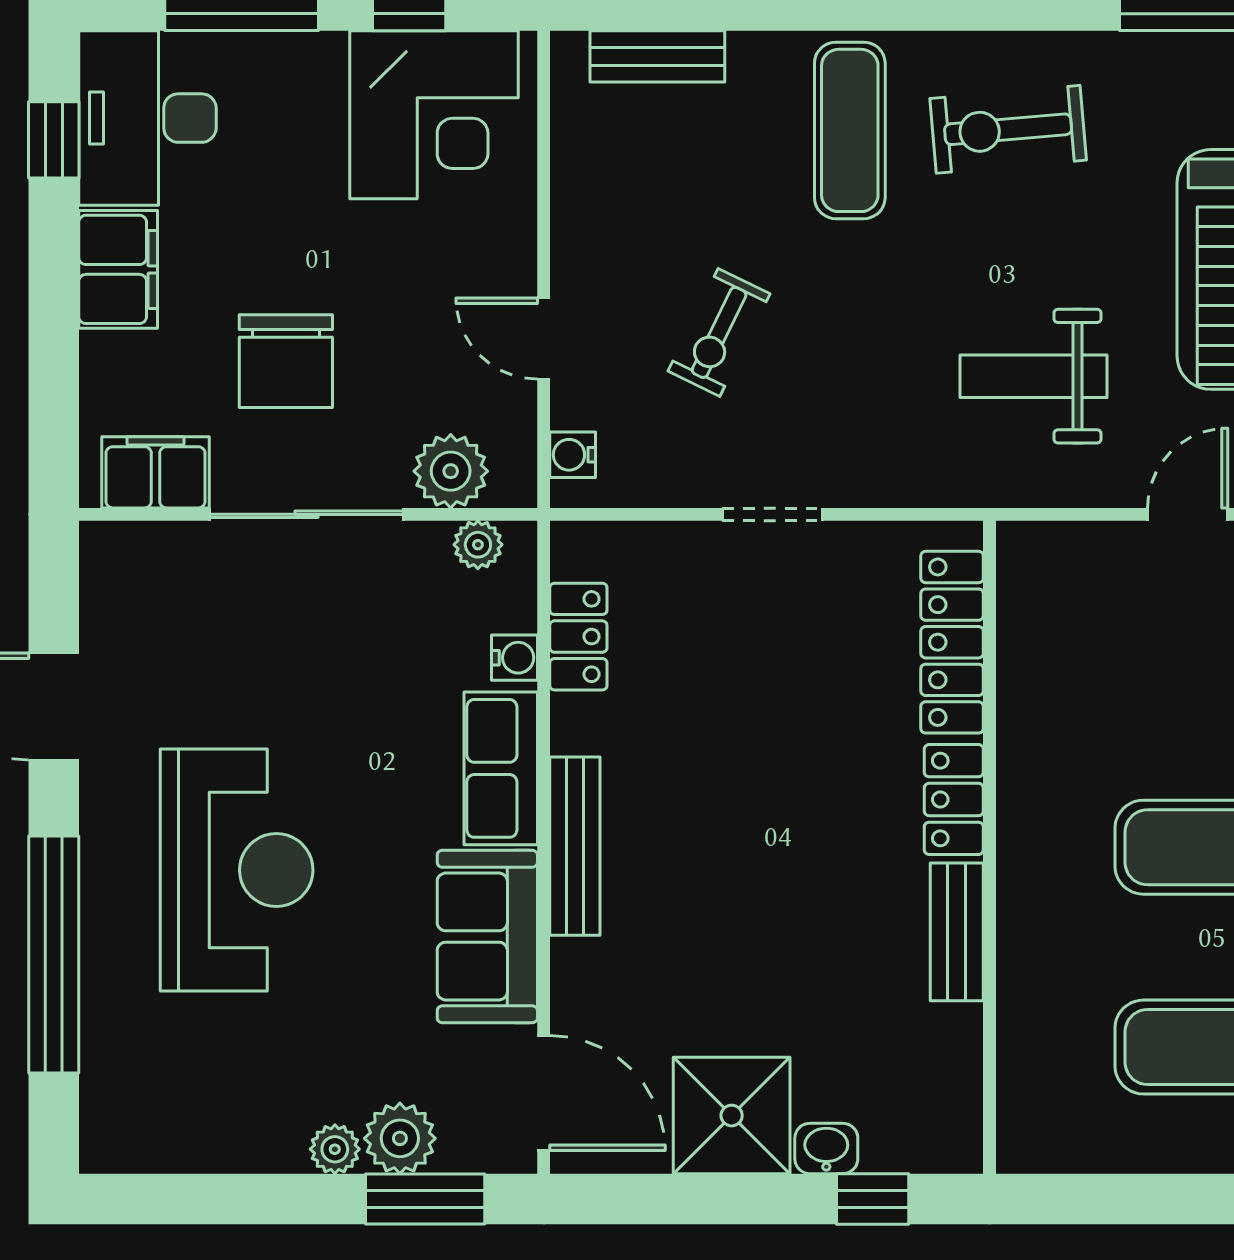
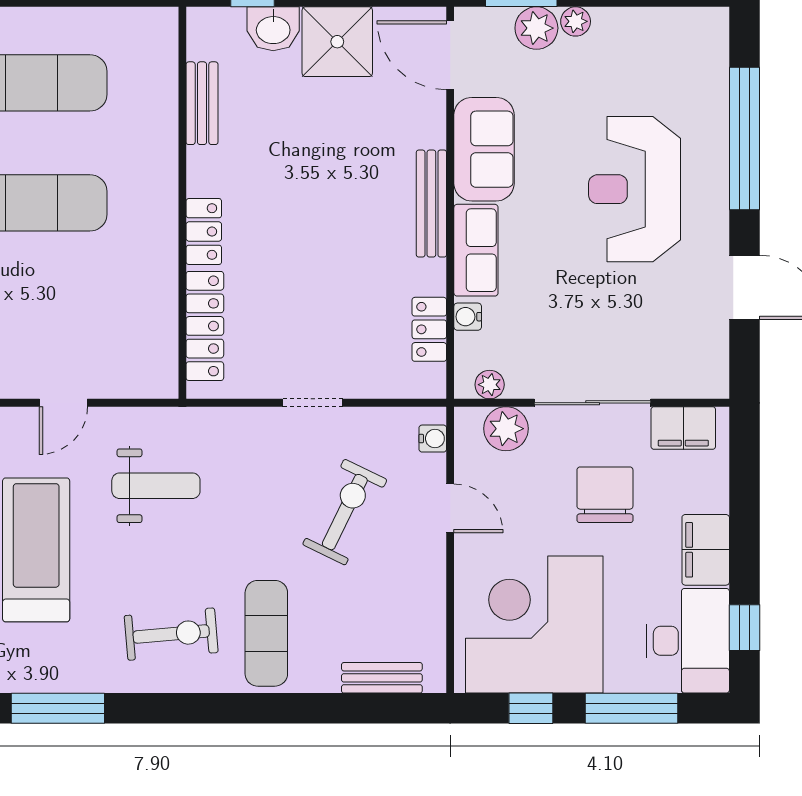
corner desk: (434, 115) -> (534, 624), width x1.36, depth x1.36
exercise bike: (719, 332) -> (345, 512), width x1.38, depth x1.39
bench: (957, 932) -> (202, 103), moved
washbasin: (826, 1148) -> (273, 29), width x1.38, depth x1.45

